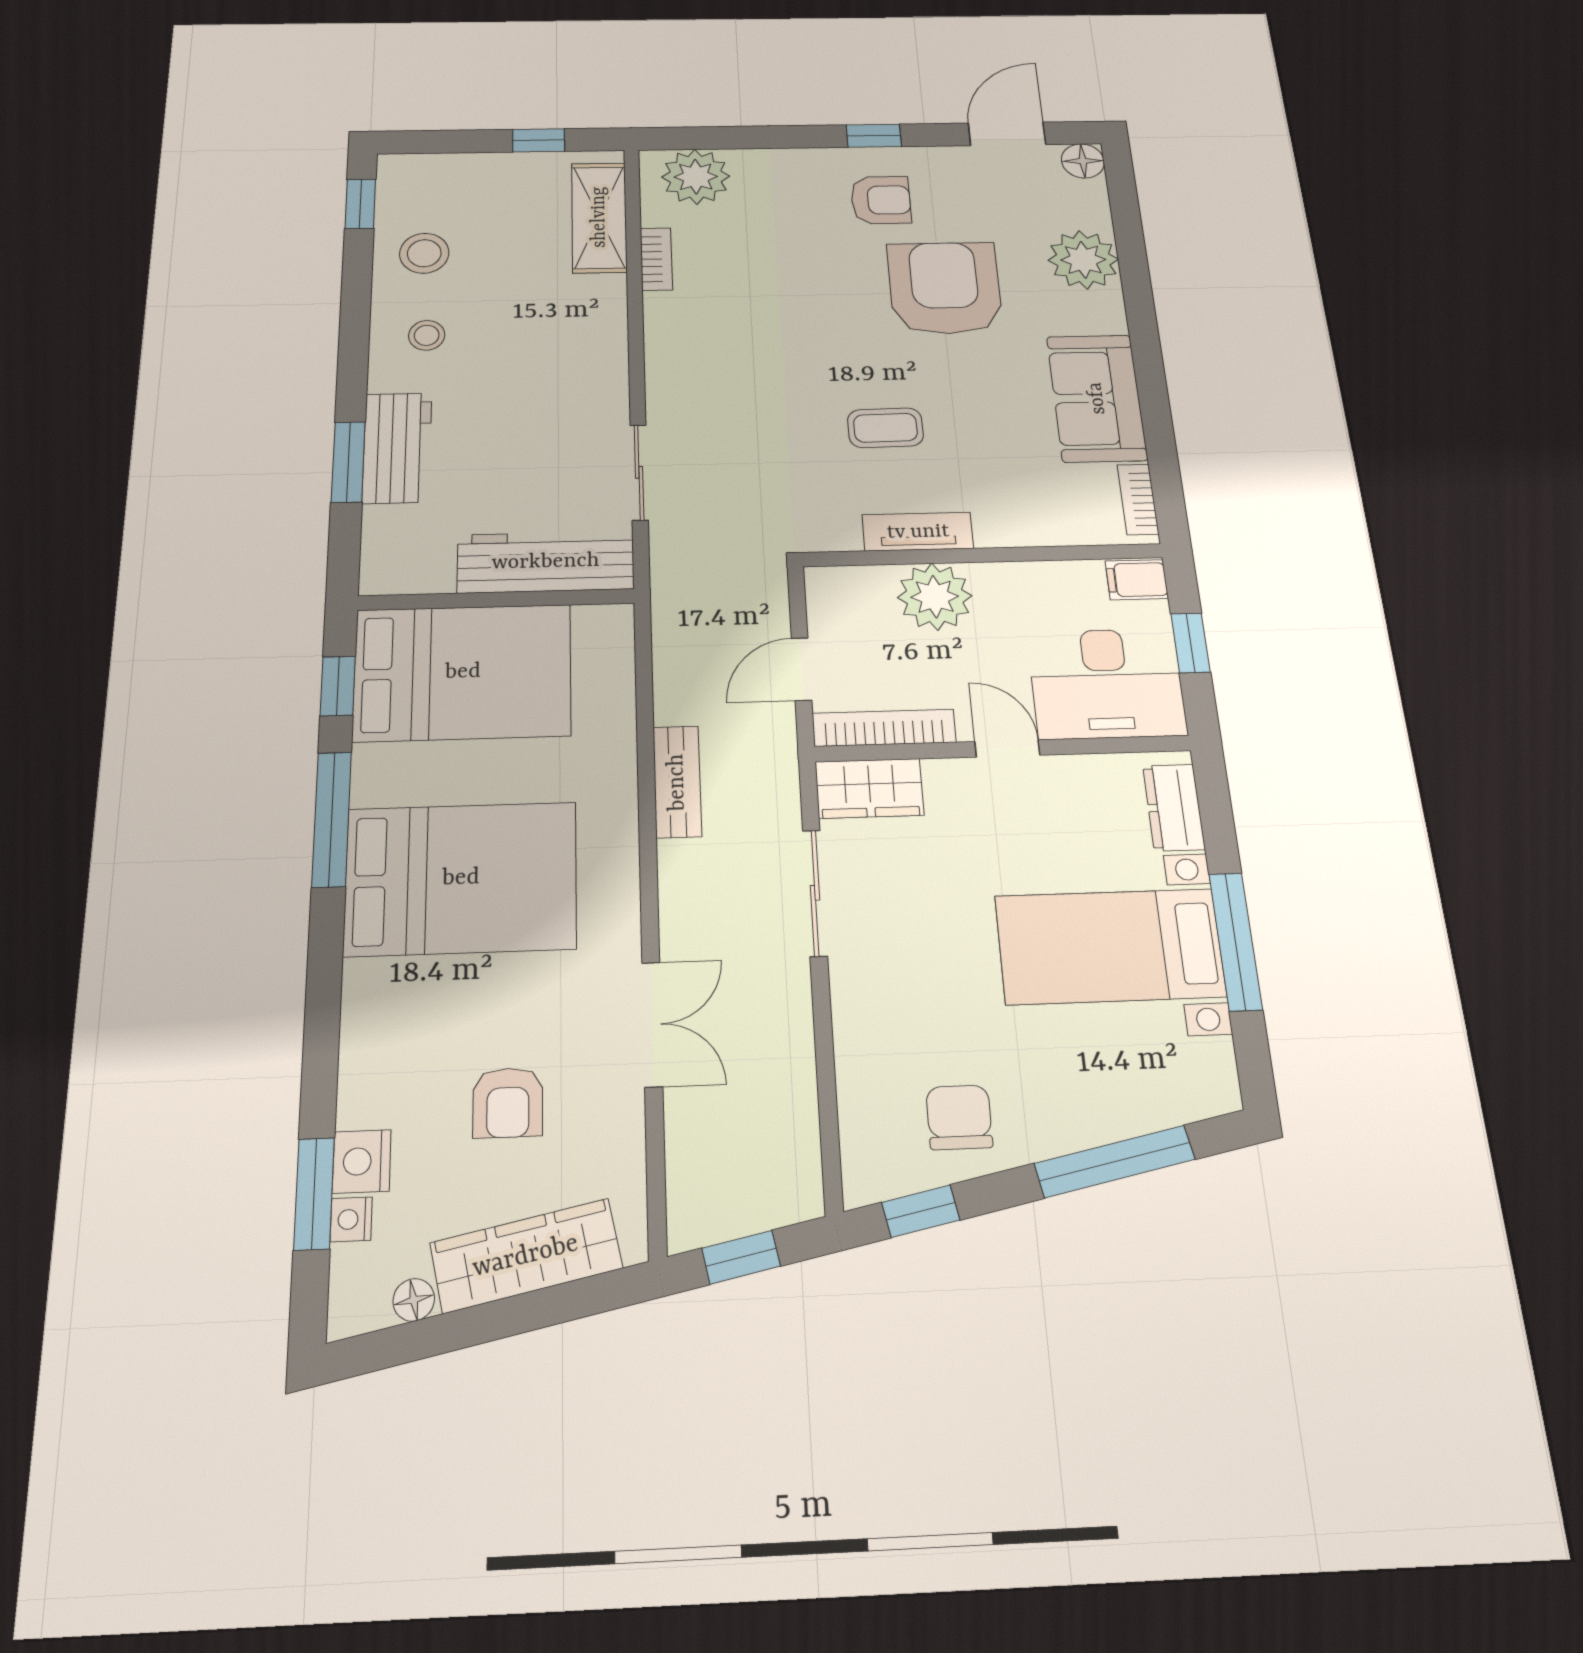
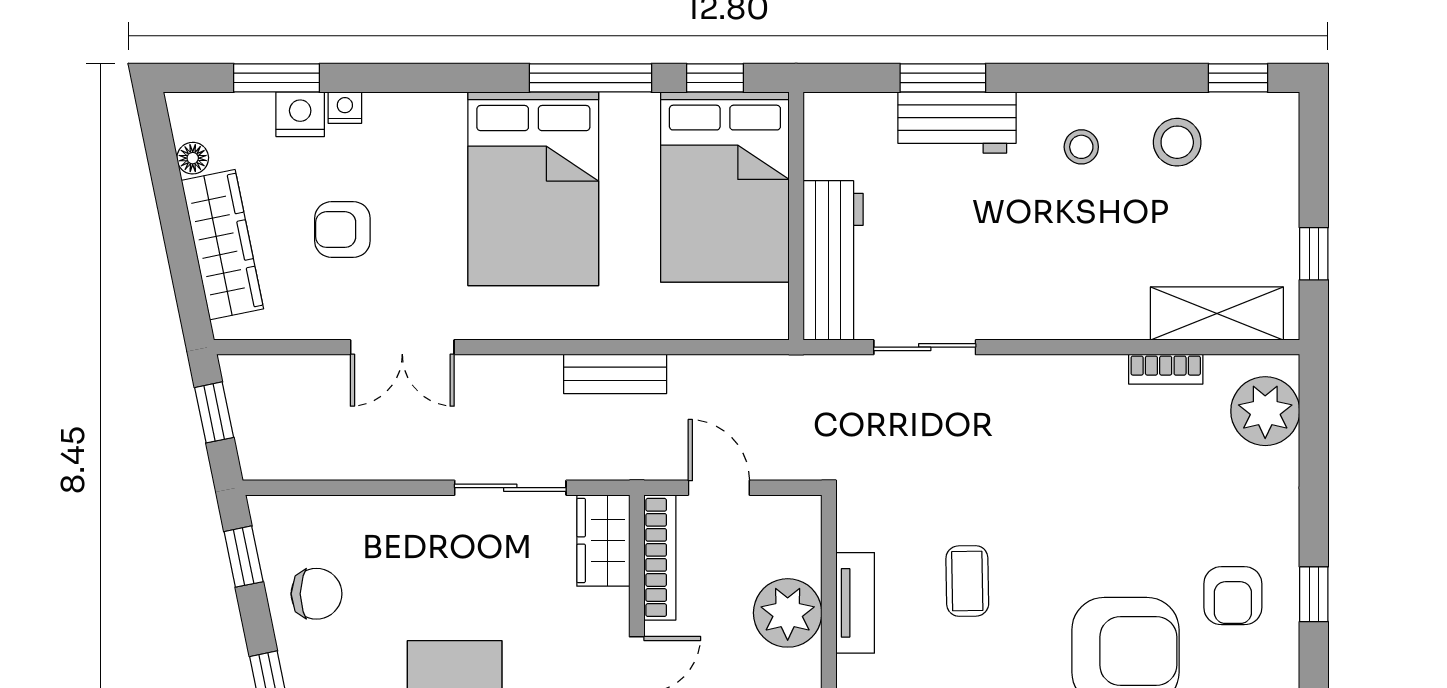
nightstand: (351, 1219) -> (345, 108), moved

